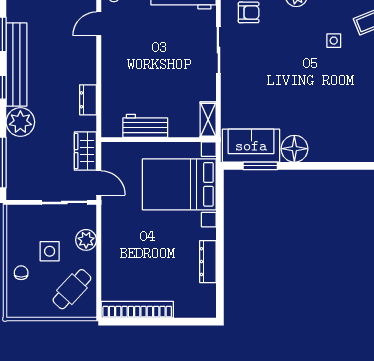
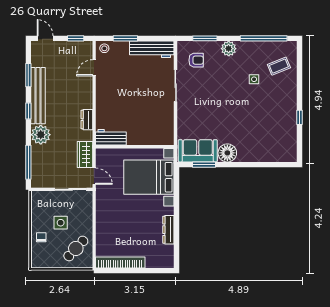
shelving: (208, 120) -> (169, 133), removed
workbench: (145, 126) -> (111, 137), moved
plant: (86, 240) -> (85, 215), removed

